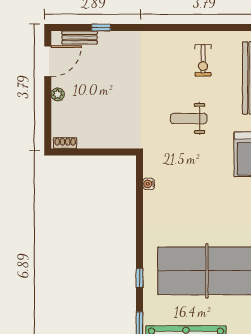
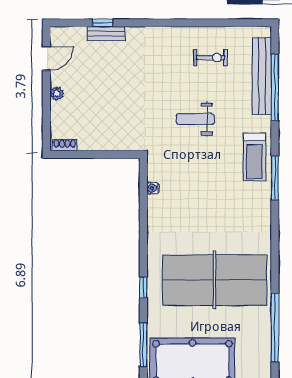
bench: (80, 38) -> (106, 33), moved
exercise bike: (203, 60) -> (211, 58), turned -90
door: (48, 61) -> (46, 58), width x0.73

